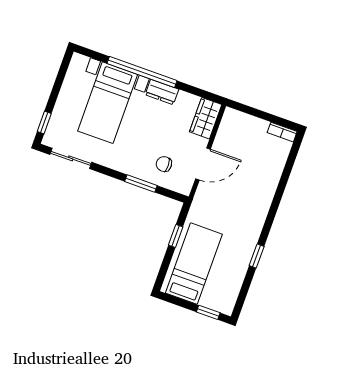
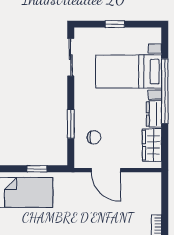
wardrobe: (206, 118) -> (152, 145), moved, turned -90
window: (44, 123) -> (115, 24), moved
chair: (164, 164) -> (94, 137), turned 90

